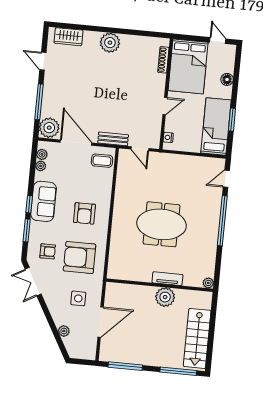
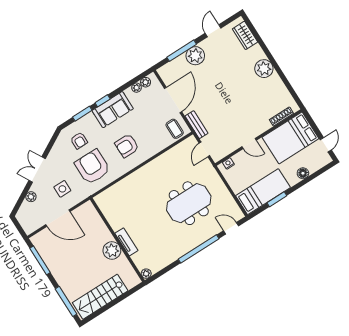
plant: (49, 128) -> (195, 56), moved
meeting table: (162, 224) -> (189, 203), moved, turned 90
double door: (33, 282) -> (37, 169), moved

